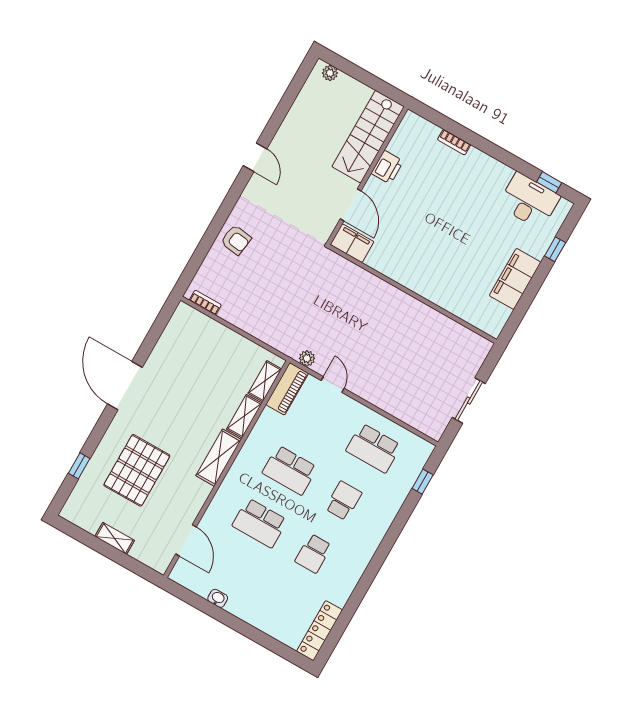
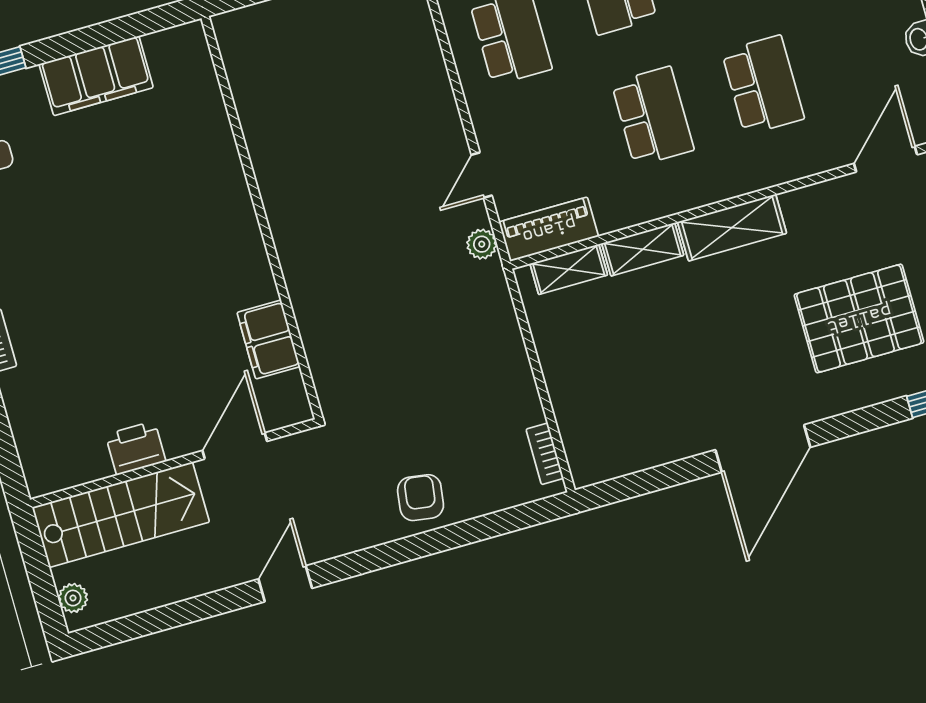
stairs: (368, 137) -> (121, 515), moved
printer: (387, 167) -> (136, 448), moved
wall: (367, 176) -> (173, 463), moved
door: (351, 205) -> (235, 446), moved

